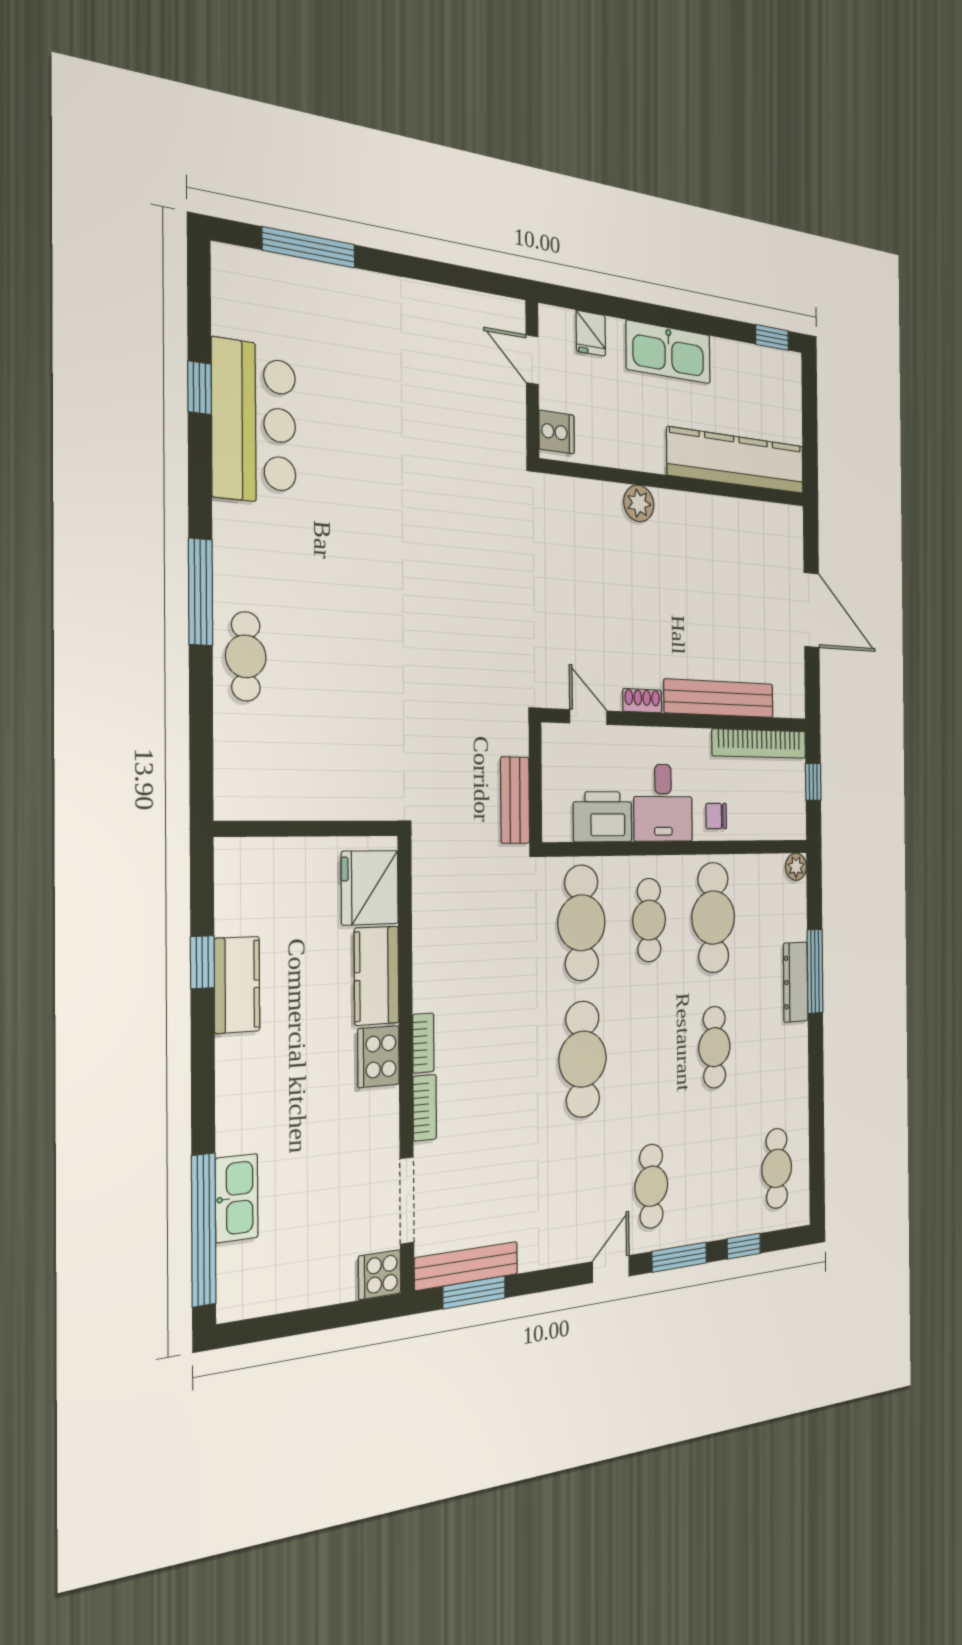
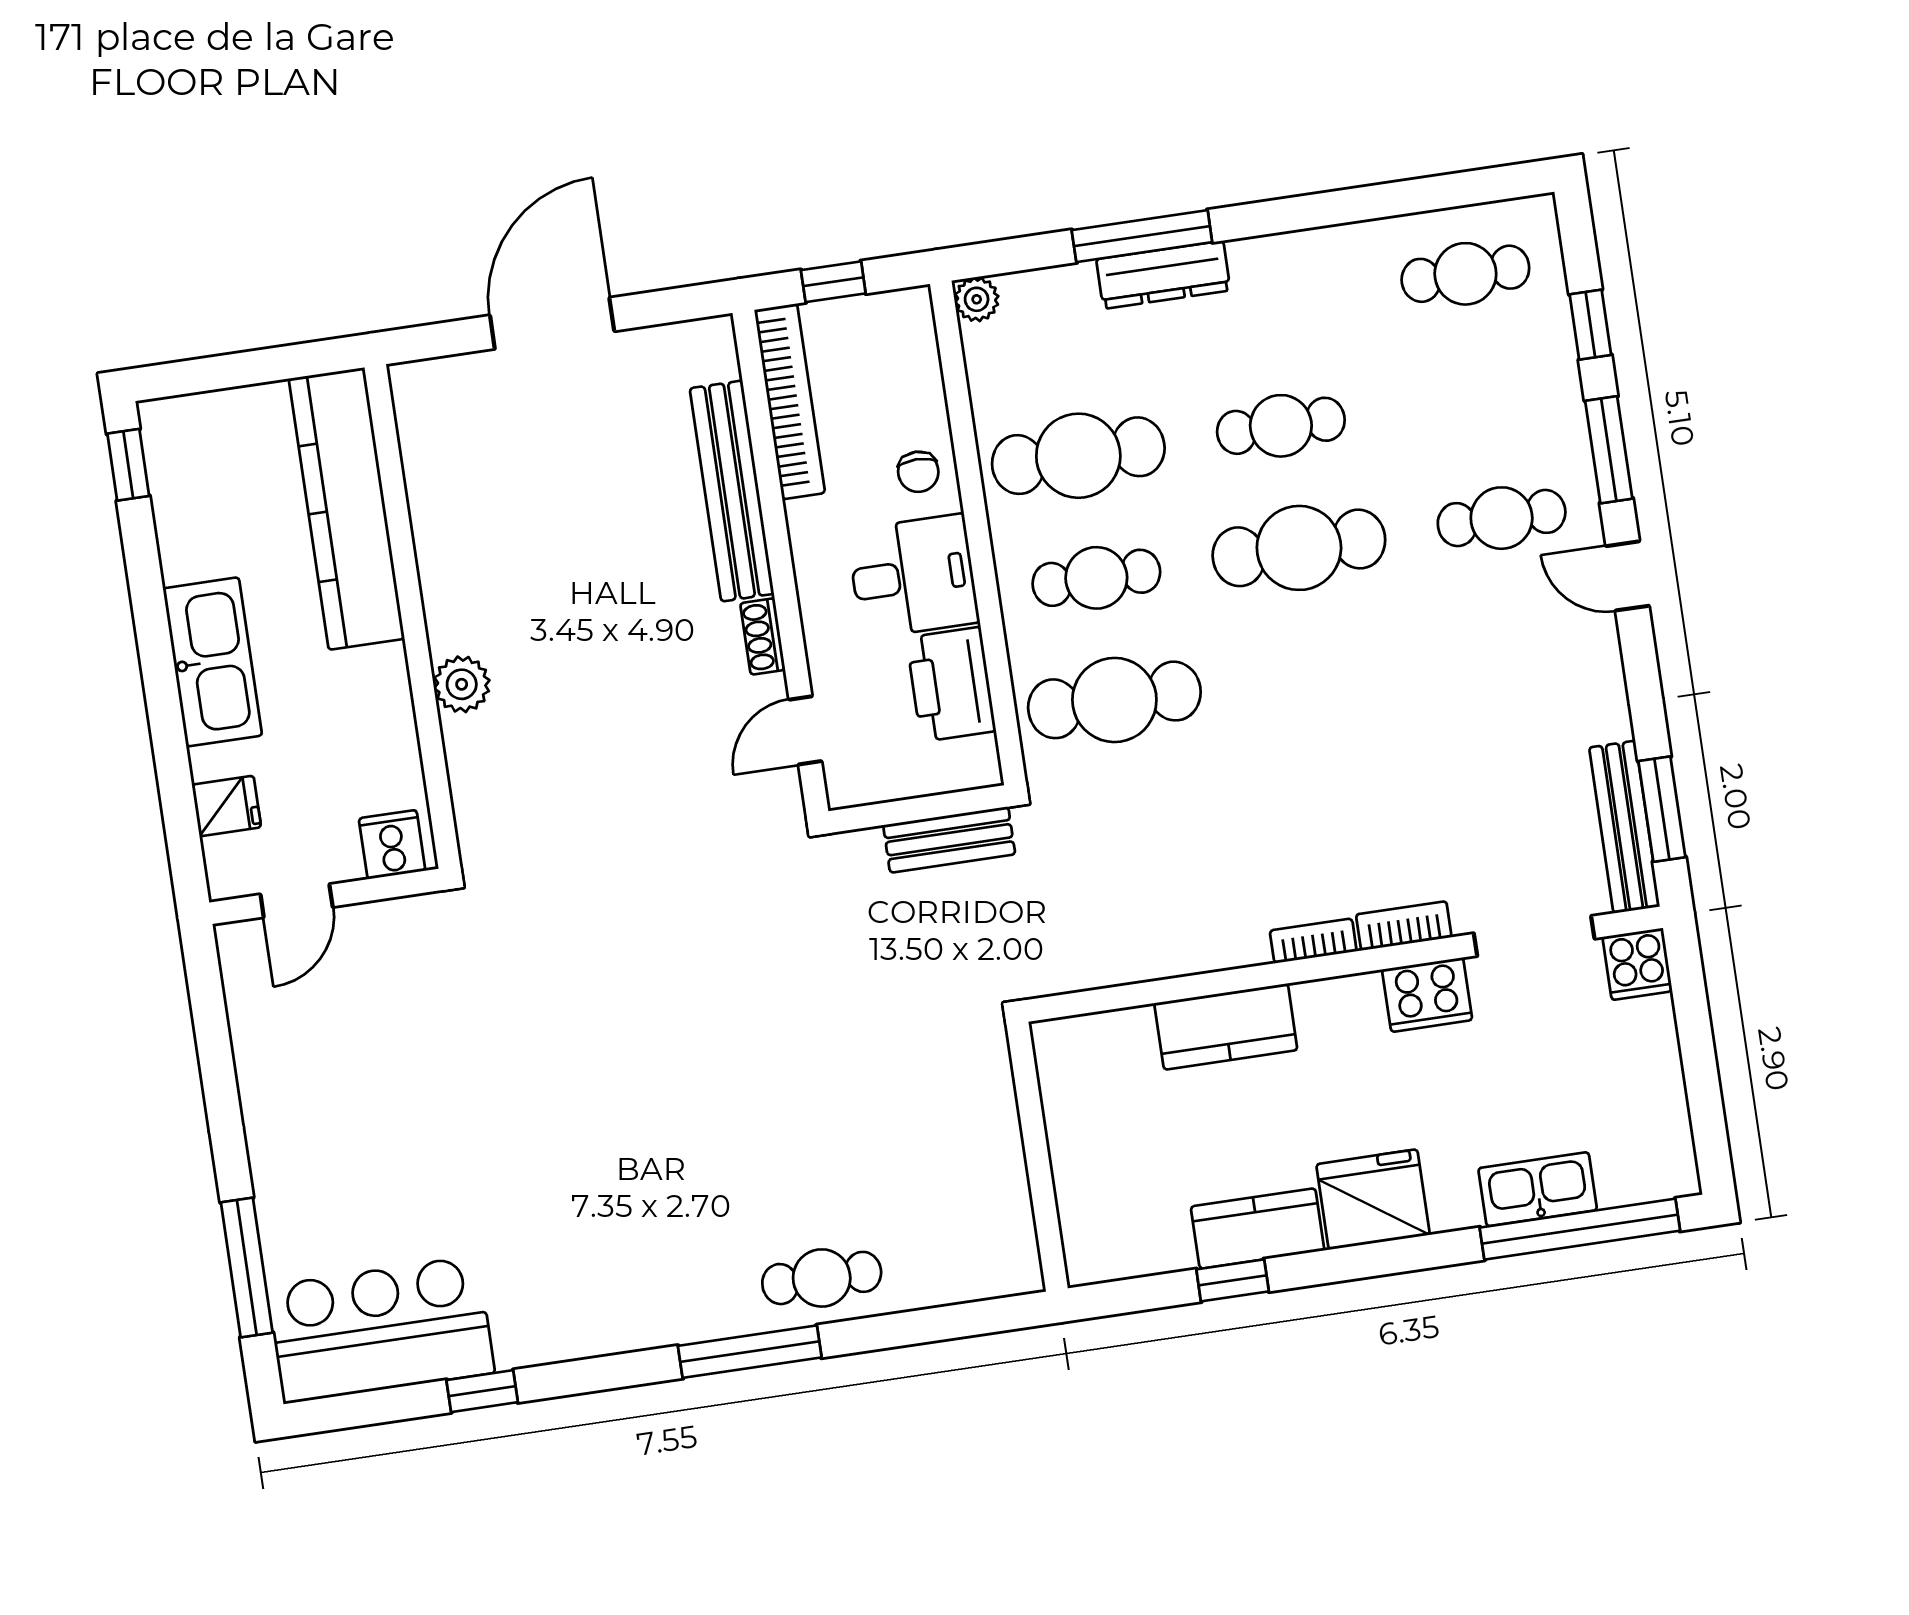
bar counter: (254, 422) -> (381, 1330), moved
fridge: (370, 888) -> (1373, 1199), moved, turned 180
cooker: (378, 1057) -> (1427, 995), moved
cafe table: (583, 1059) -> (1299, 548), moved

